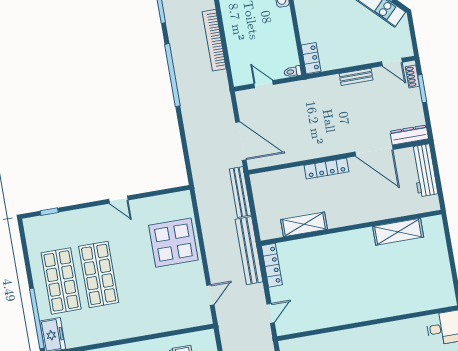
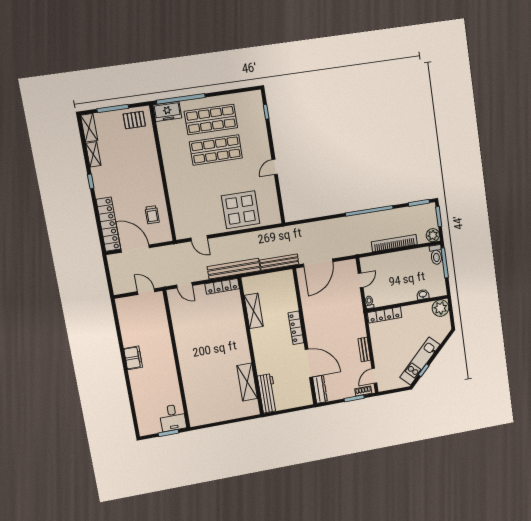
locker: (311, 58) -> (385, 315), width x1.53
door: (374, 151) -> (309, 363), swing flipped
workbench: (424, 170) -> (268, 393), moved, turned 90

